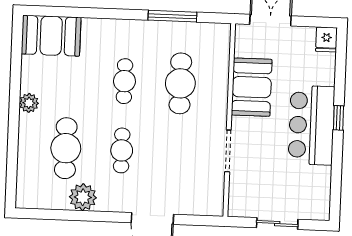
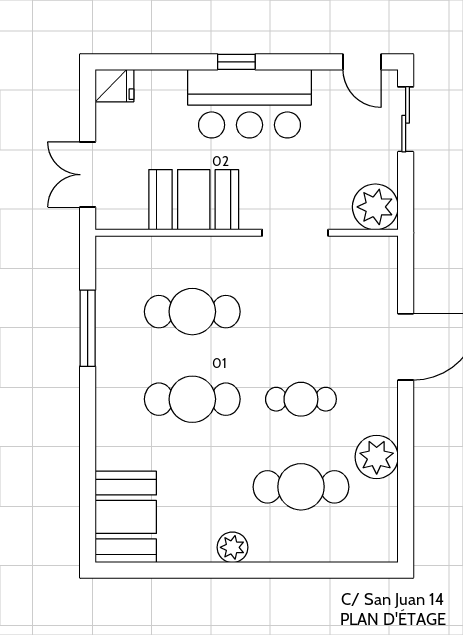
cafe table: (124, 81) -> (192, 399), width x1.37, depth x1.35
door: (335, 198) -> (362, 62), added
plant: (242, 203) -> (375, 207), added
sliding door: (277, 224) -> (406, 119), moved

